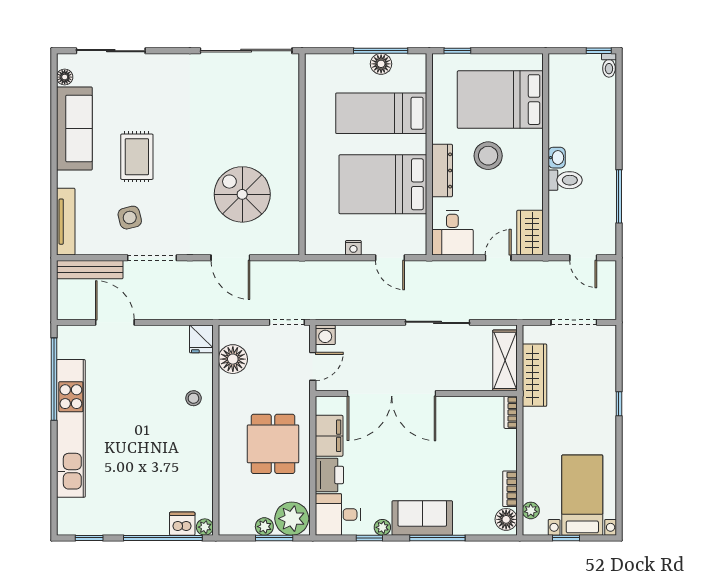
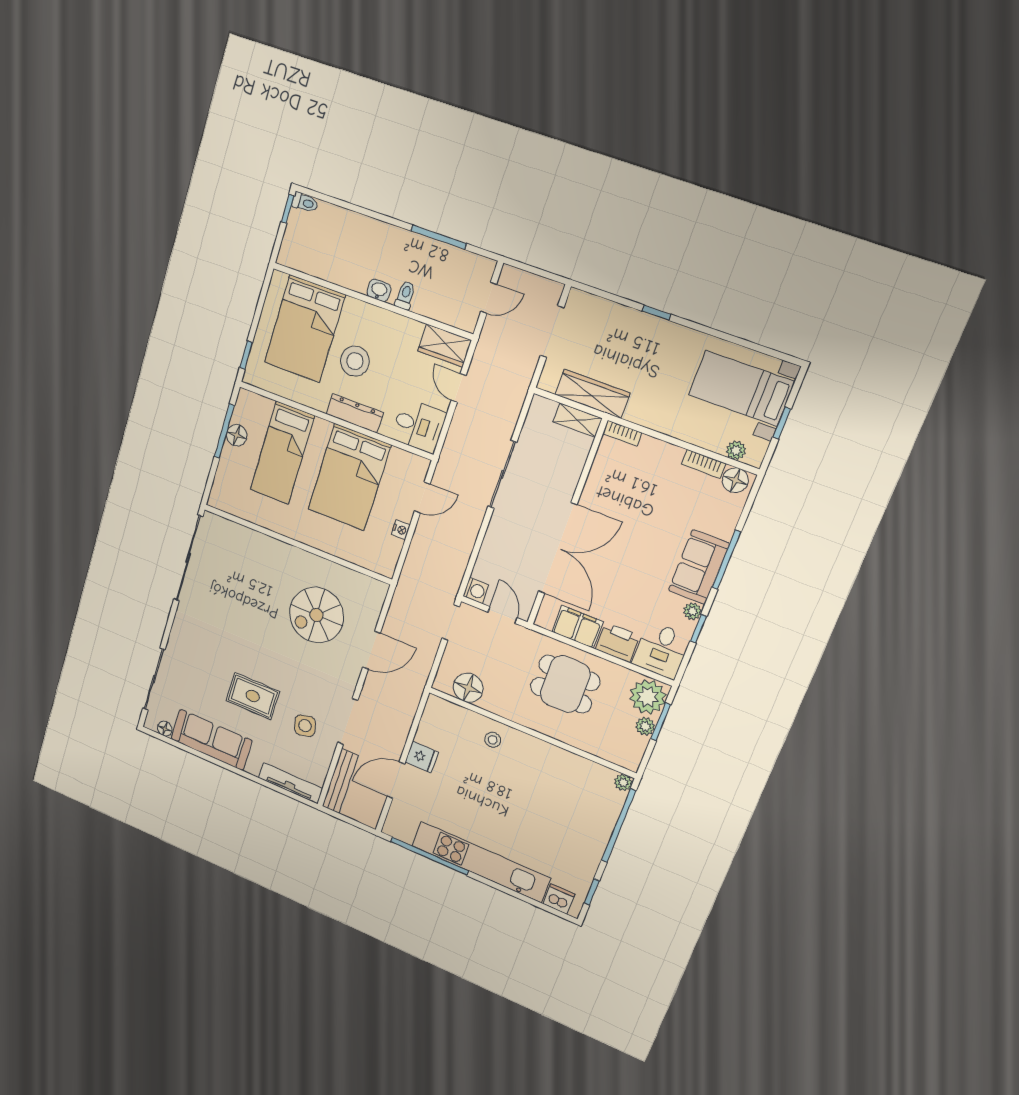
toilet: (565, 180) -> (405, 295), width x0.73, depth x0.72
fridge: (201, 339) -> (422, 757), moved
shelving: (505, 360) -> (578, 420), width x0.67, depth x0.75
dishwasher: (182, 524) -> (559, 899), moved, turned 90

